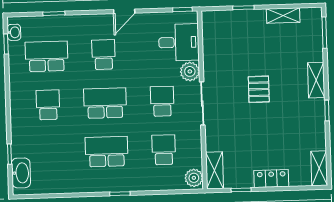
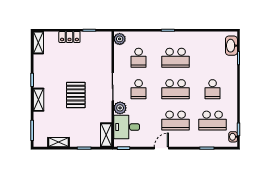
school desk: (104, 55) -> (176, 121), width x1.85
pallet: (259, 89) -> (76, 95), width x1.50, depth x1.42
shelving: (214, 170) -> (106, 135), moved

